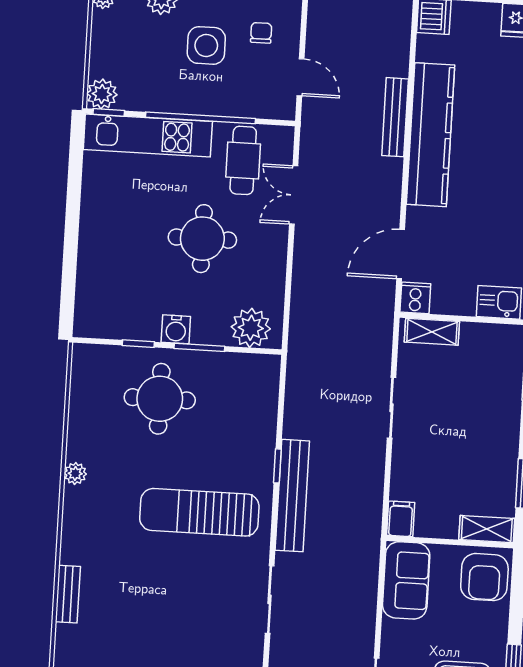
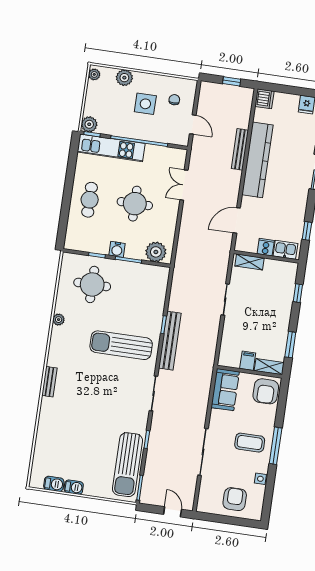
cafe table: (243, 160) -> (90, 200), moved
cooker: (415, 298) -> (266, 247), moved
round table: (160, 399) -> (92, 284), moved
filing cabinet: (401, 519) -> (248, 361), moved

